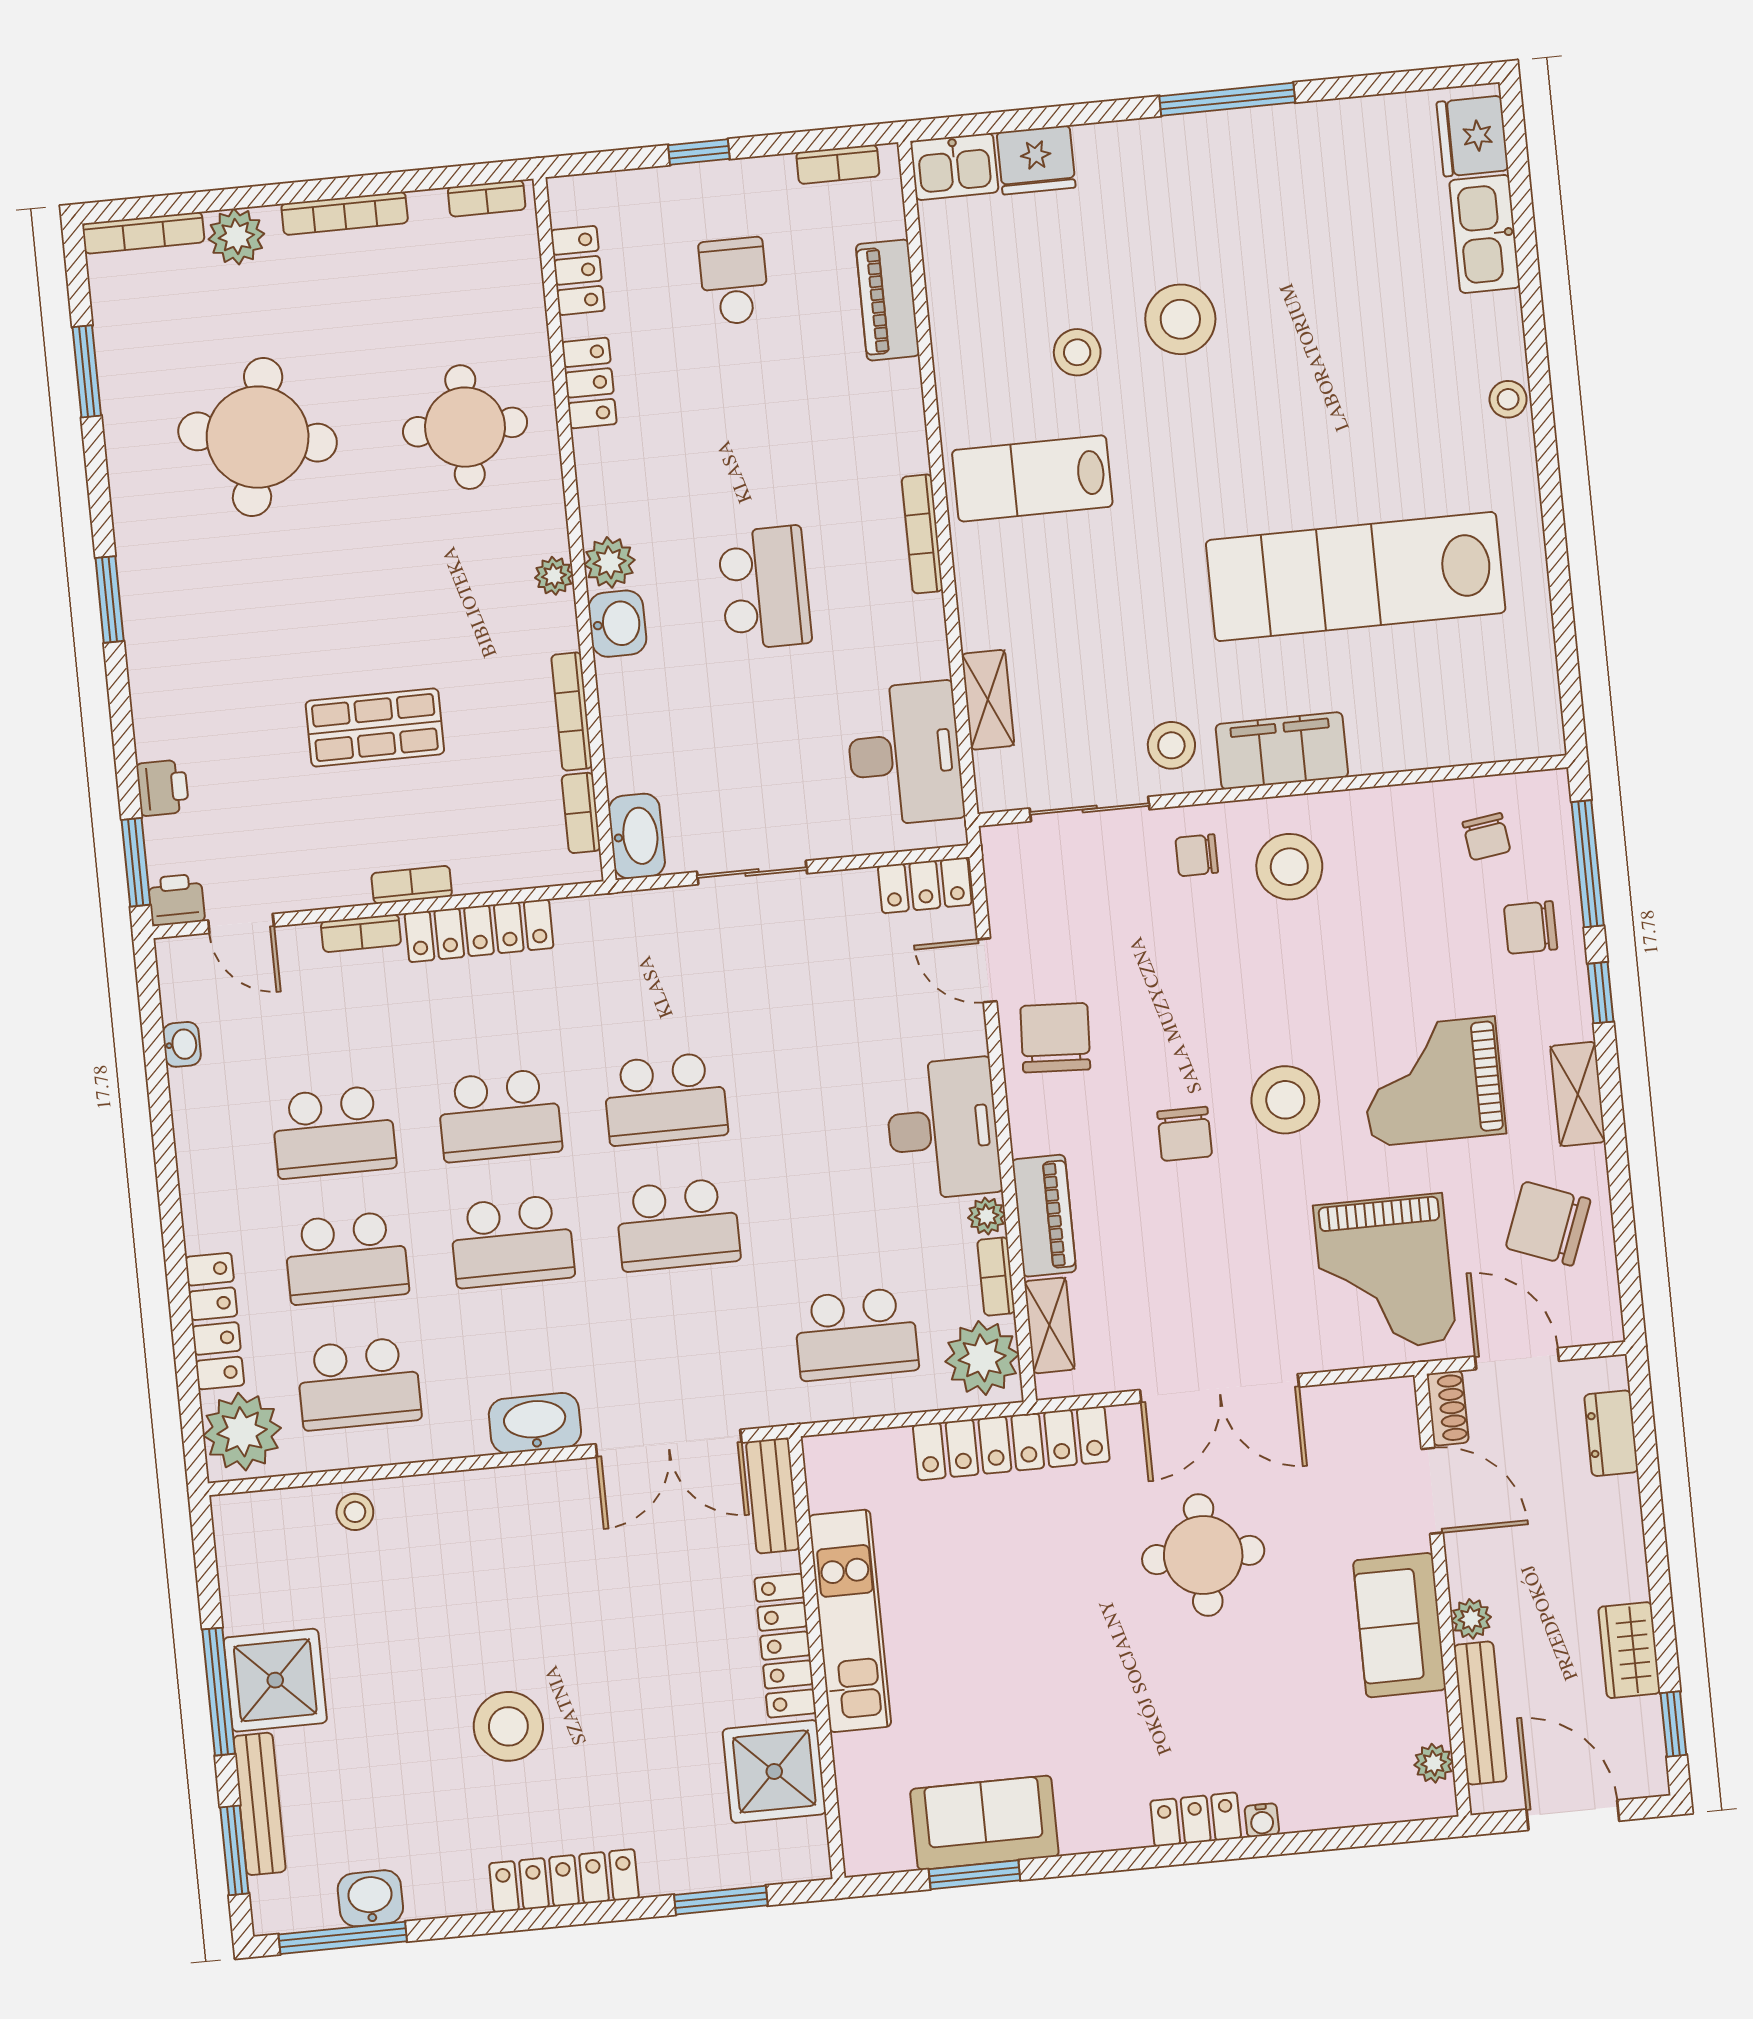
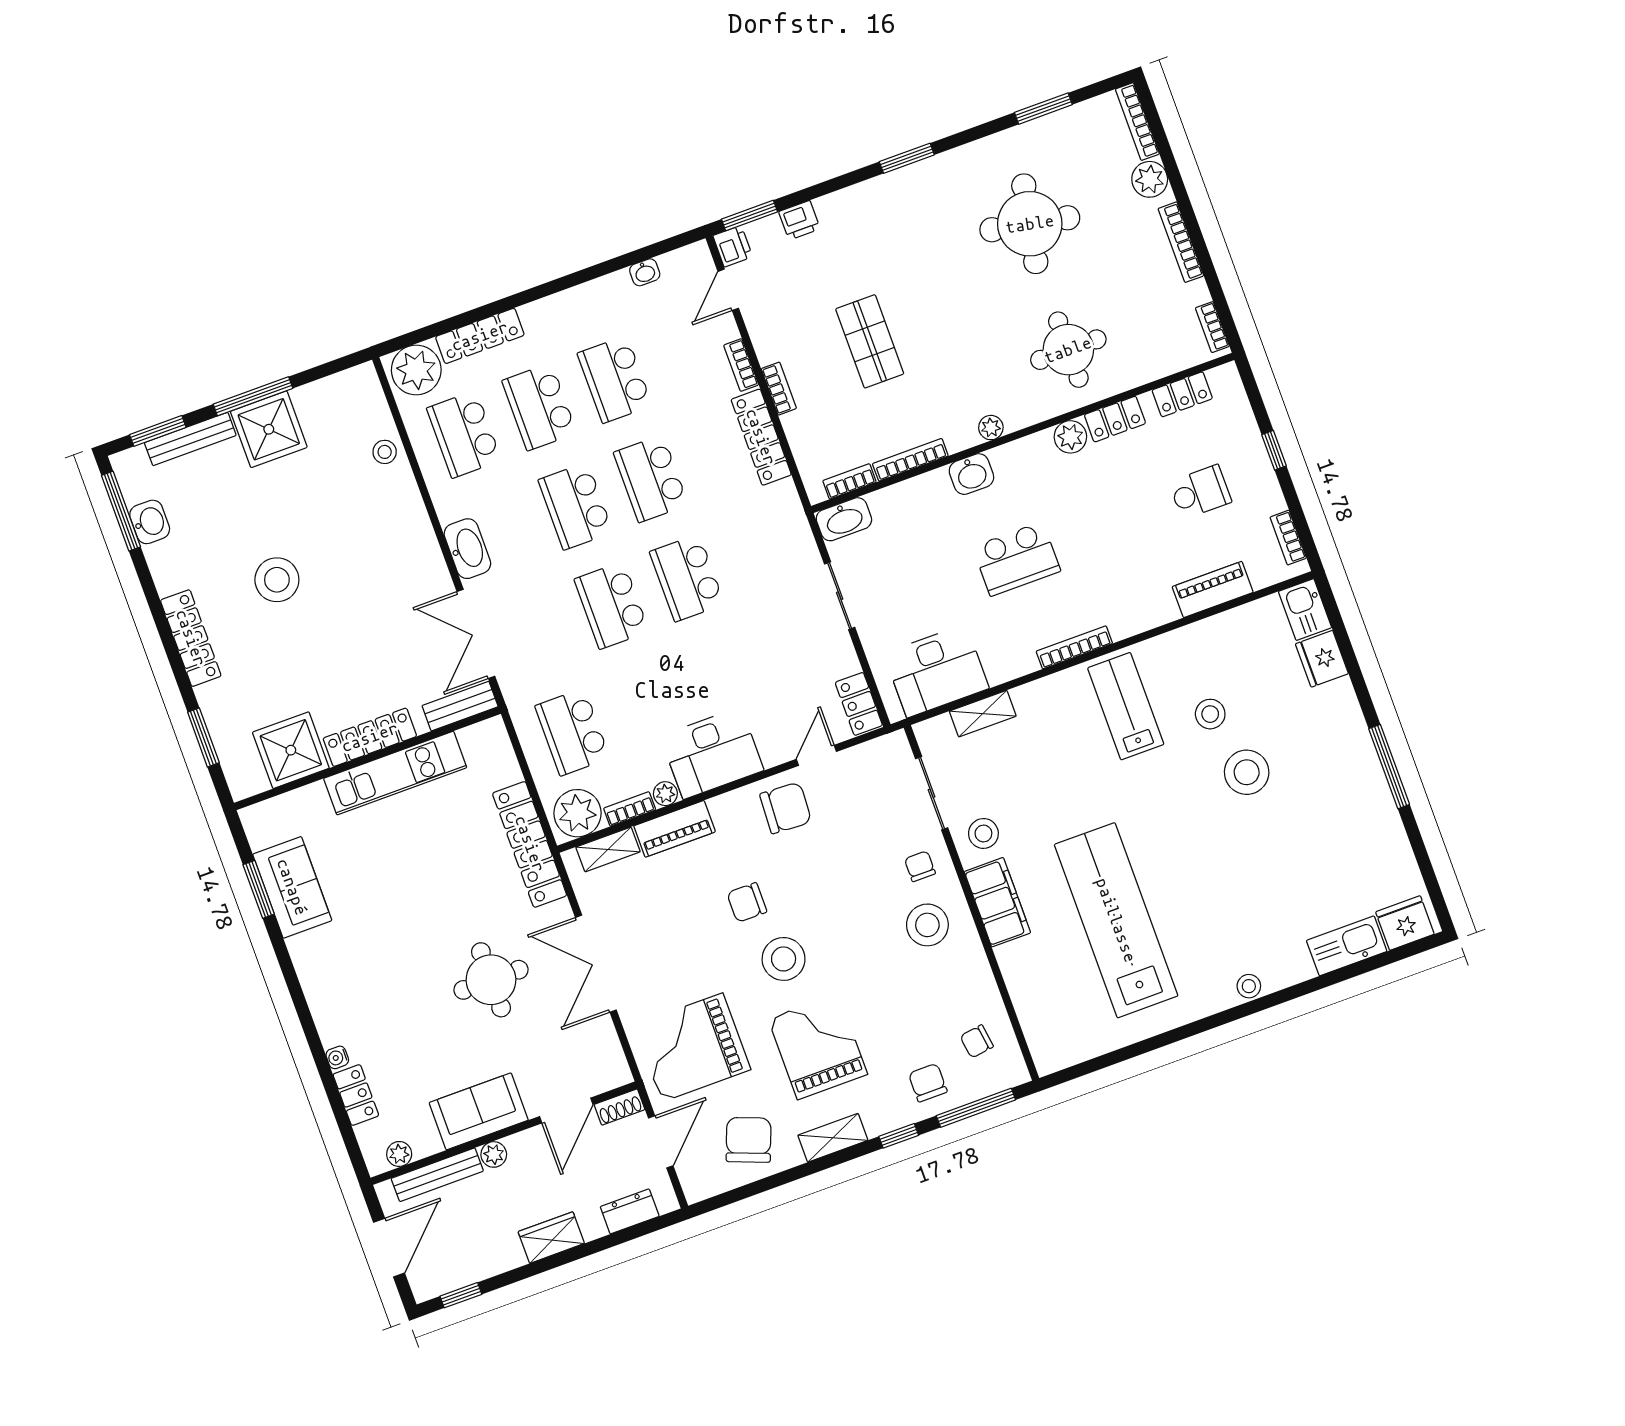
plant: (609, 562) -> (1070, 437), moved
wardrobe: (1629, 1650) -> (551, 1238), moved
locker: (1196, 1819) -> (356, 1095), moved

